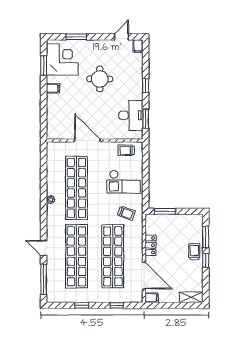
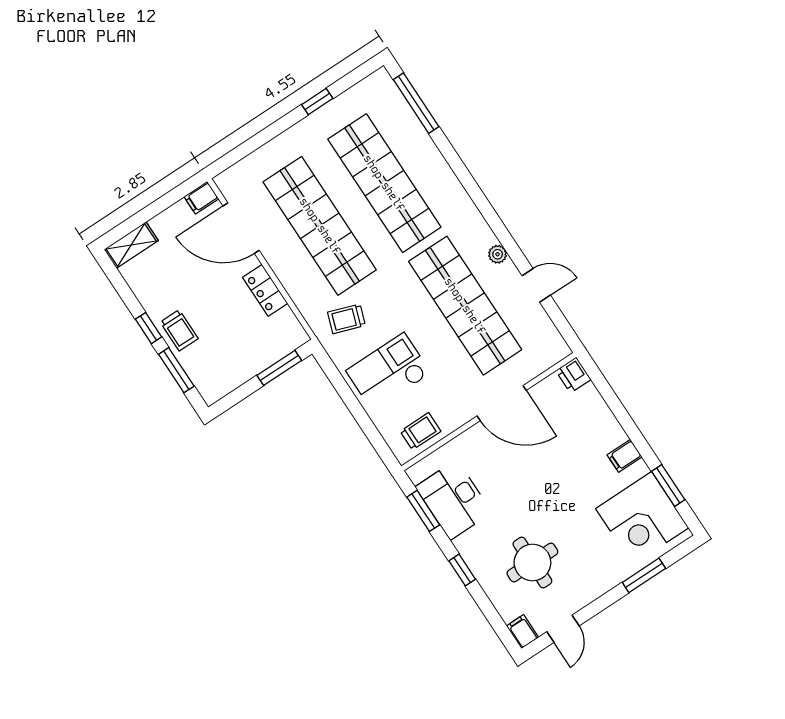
round table: (100, 79) -> (532, 563), moved
printer: (52, 133) -> (573, 375), added
door: (44, 248) -> (536, 285), moved
window: (117, 305) -> (254, 143), removed

